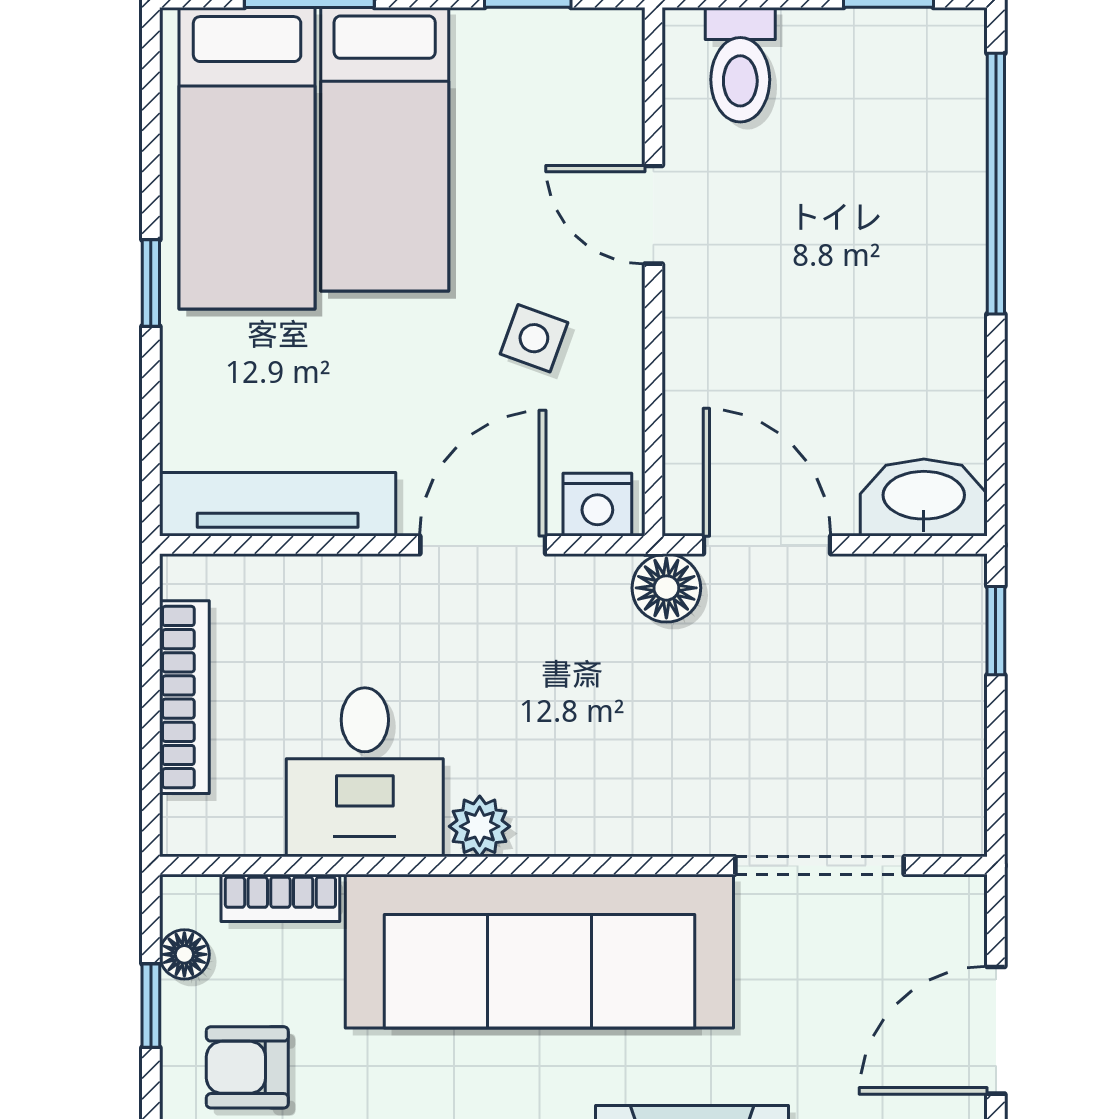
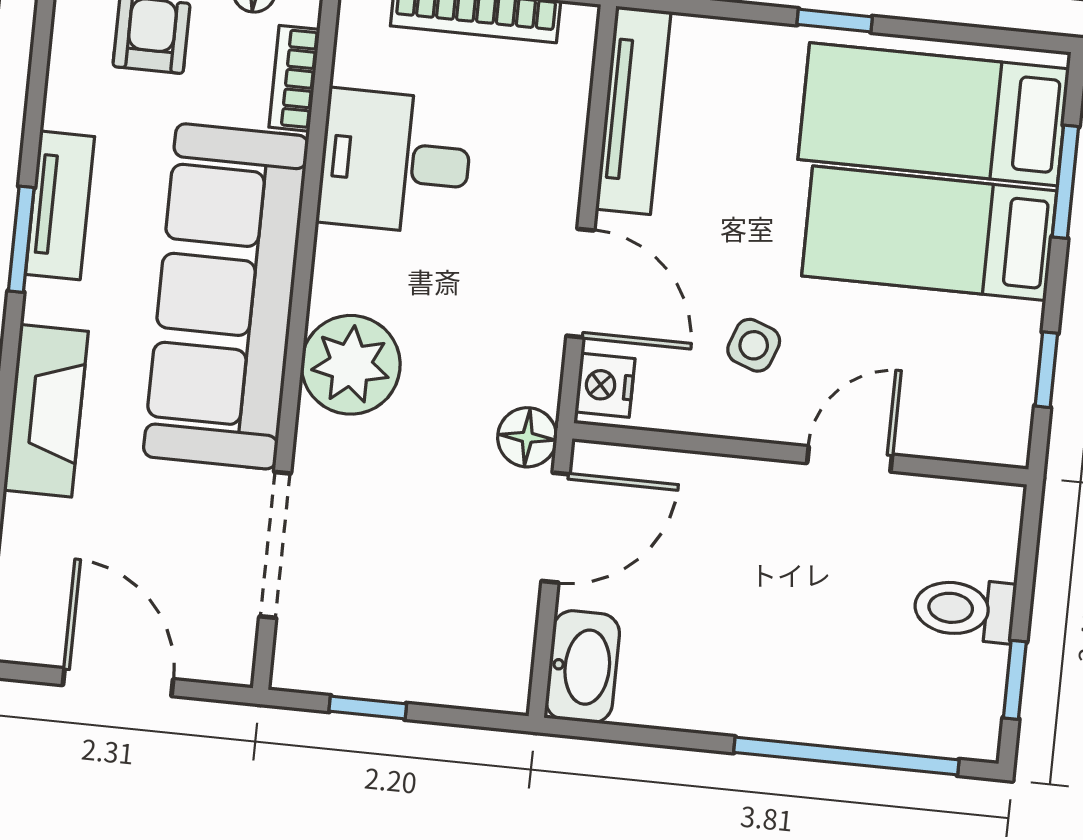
toilet: (740, 65) -> (964, 609), moved
window: (996, 631) -> (368, 707), moved
plant: (480, 826) -> (351, 365), moved, width x1.87, depth x1.87

